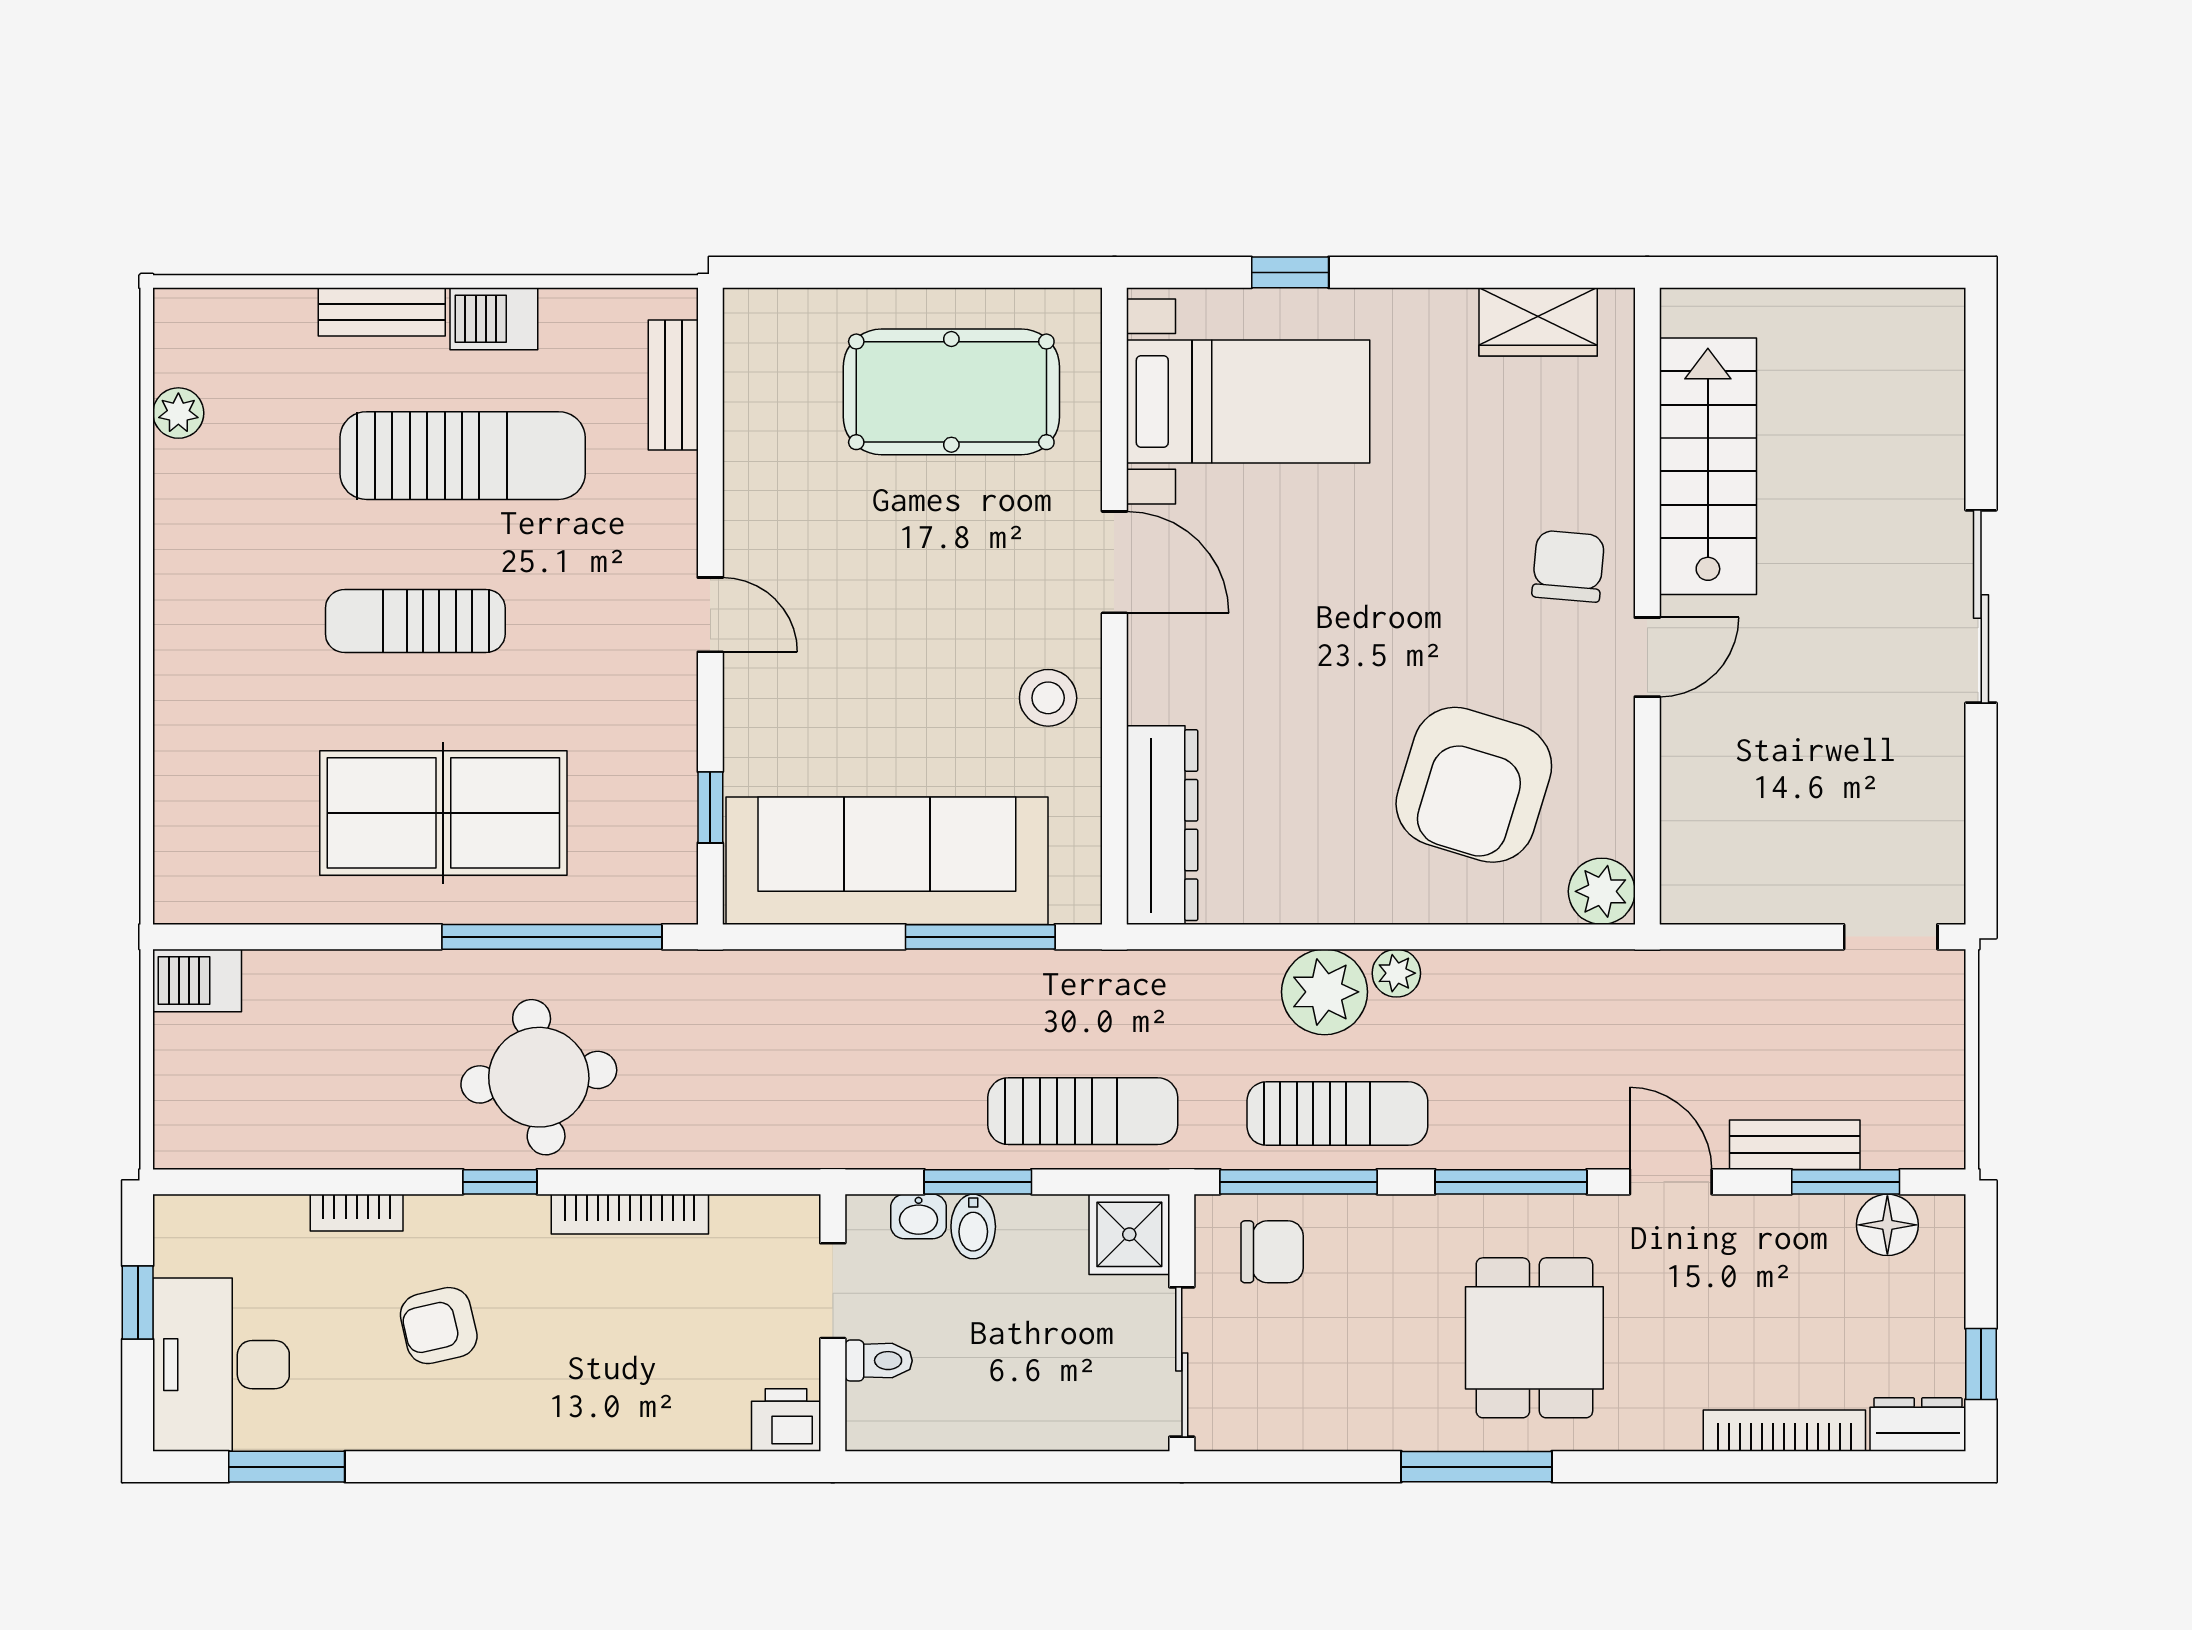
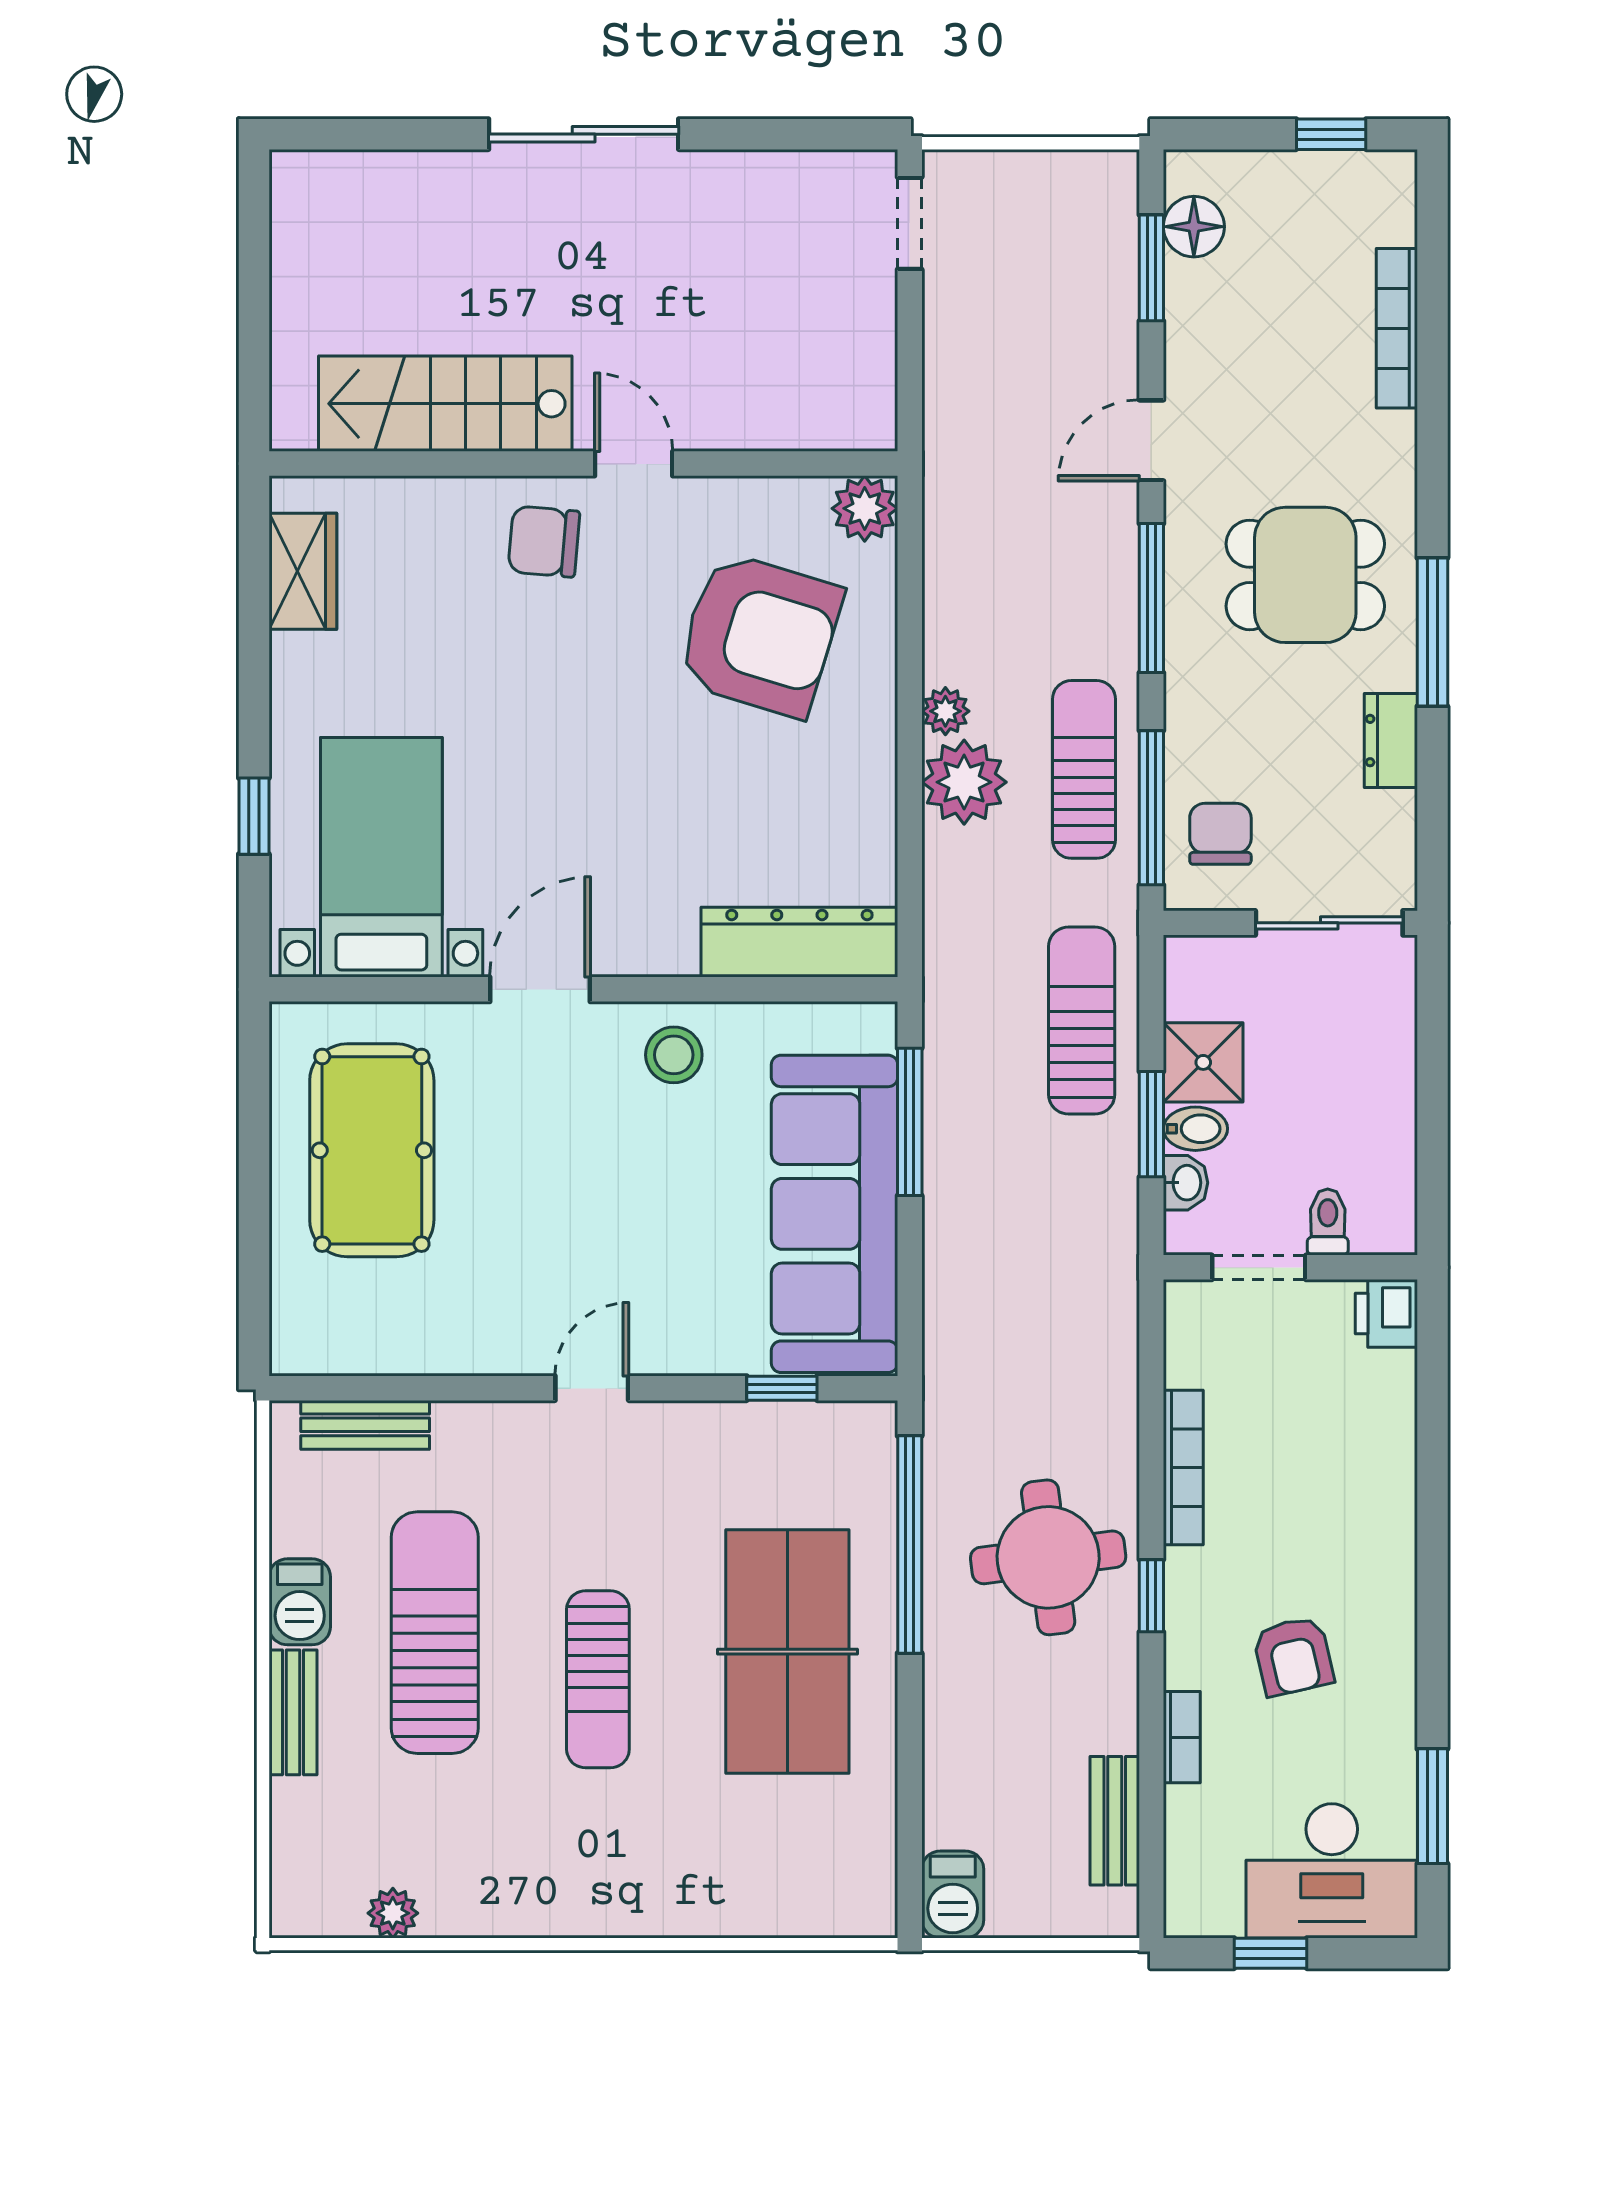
bench: (1795, 1145) -> (1115, 1821), moved
shower: (1129, 1234) -> (1203, 1062), moved
dresser: (1918, 1424) -> (1391, 741), moved

